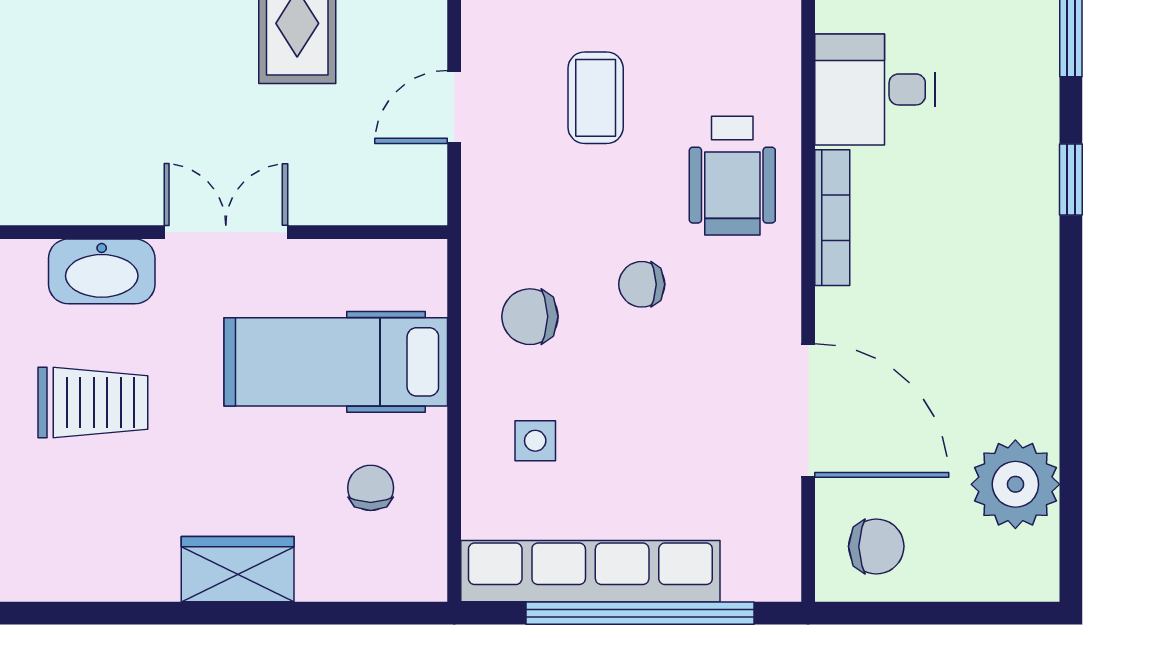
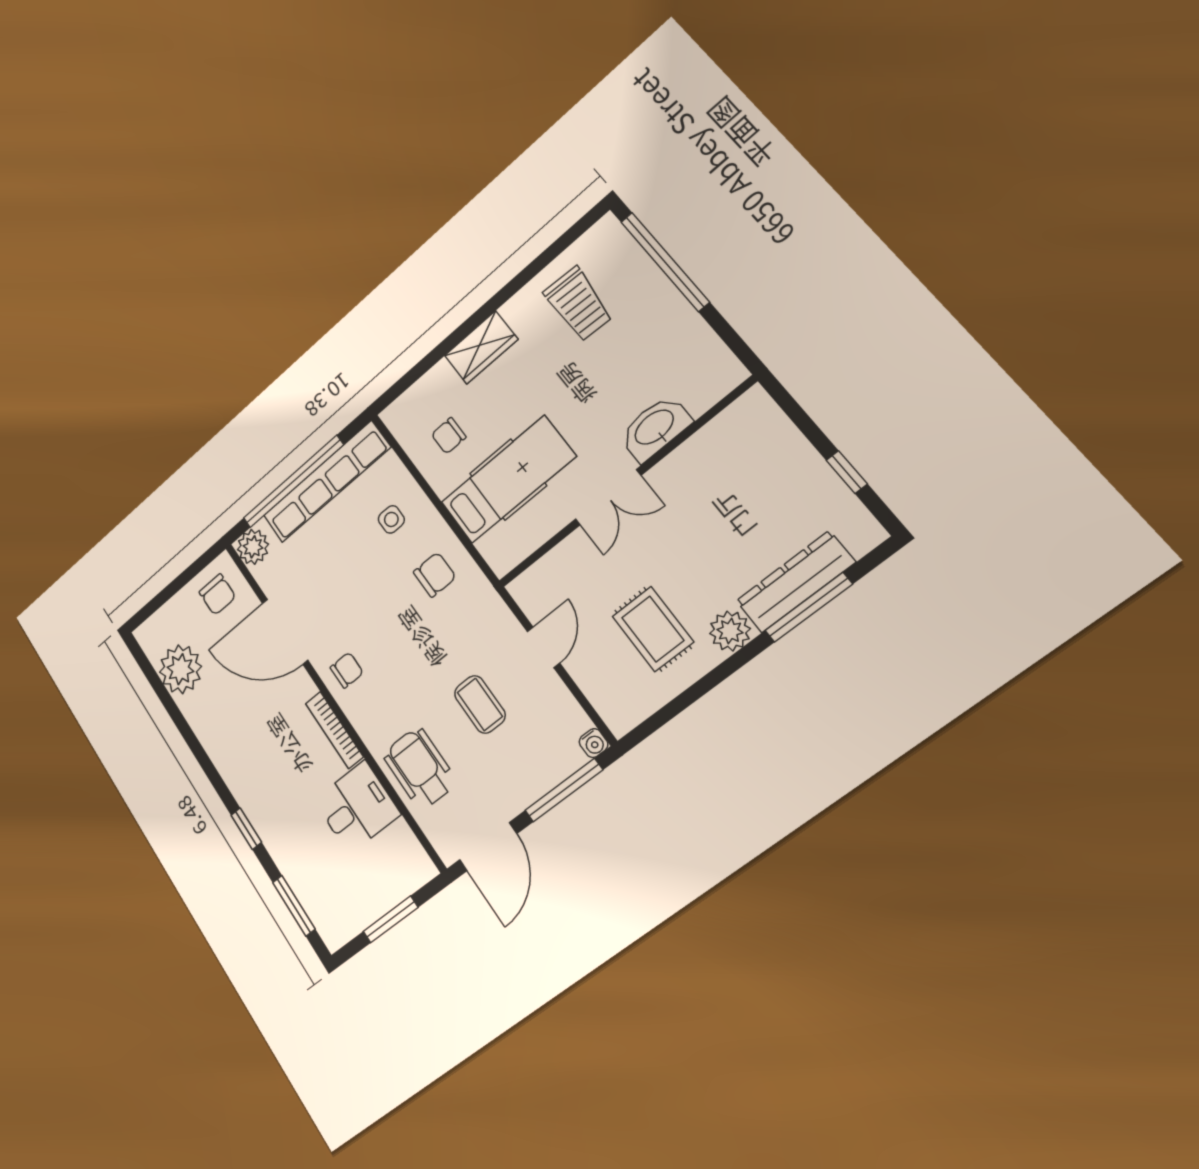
wheelchair: (732, 176) -> (420, 768), moved
chair: (642, 284) -> (347, 670), moved
trolley: (93, 403) -> (578, 304), moved, turned -87
chair: (371, 488) -> (449, 436), turned 90
chair: (876, 546) -> (217, 594), turned -90
plant: (770, 570) -> (253, 547), added

